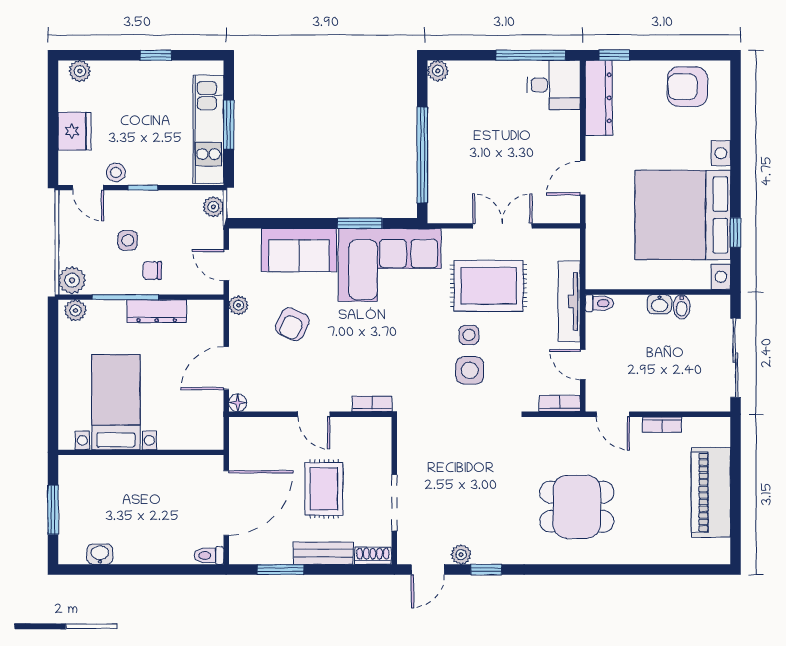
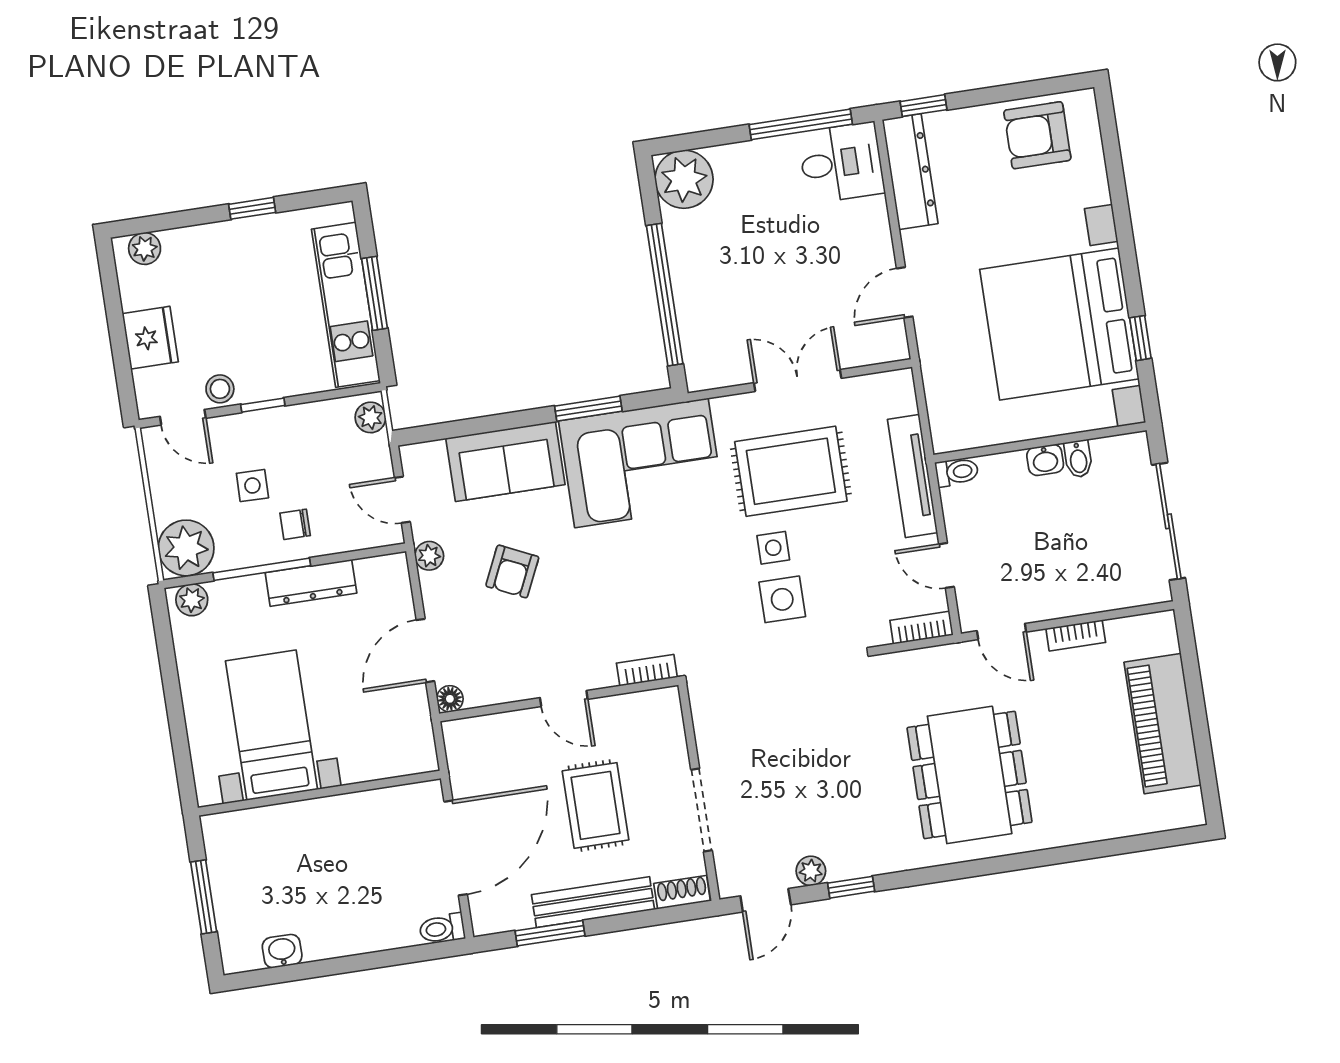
plant: (438, 71) -> (684, 179), width x1.88, depth x1.88
plant: (72, 280) -> (186, 548), width x1.36, depth x1.36
dining table: (577, 507) -> (970, 775), width x1.38
bench: (323, 553) -> (593, 902), width x1.36

